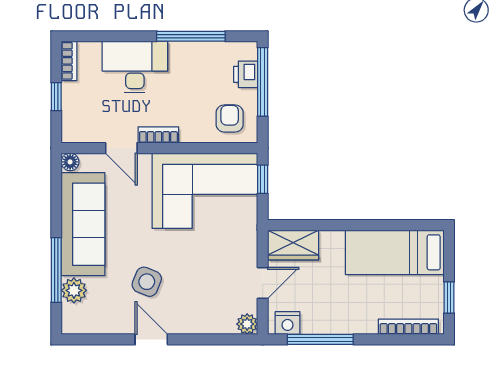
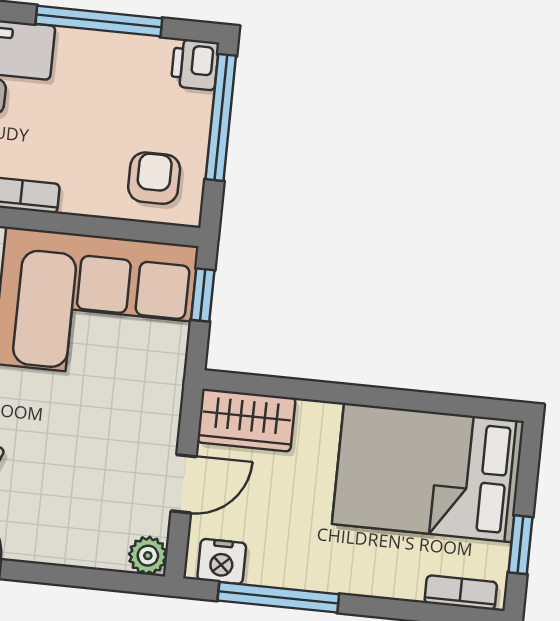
printer: (246, 74) -> (195, 64), moved
bed: (395, 252) -> (428, 473), width x1.50
bookcase: (408, 327) -> (461, 593), width x0.64

